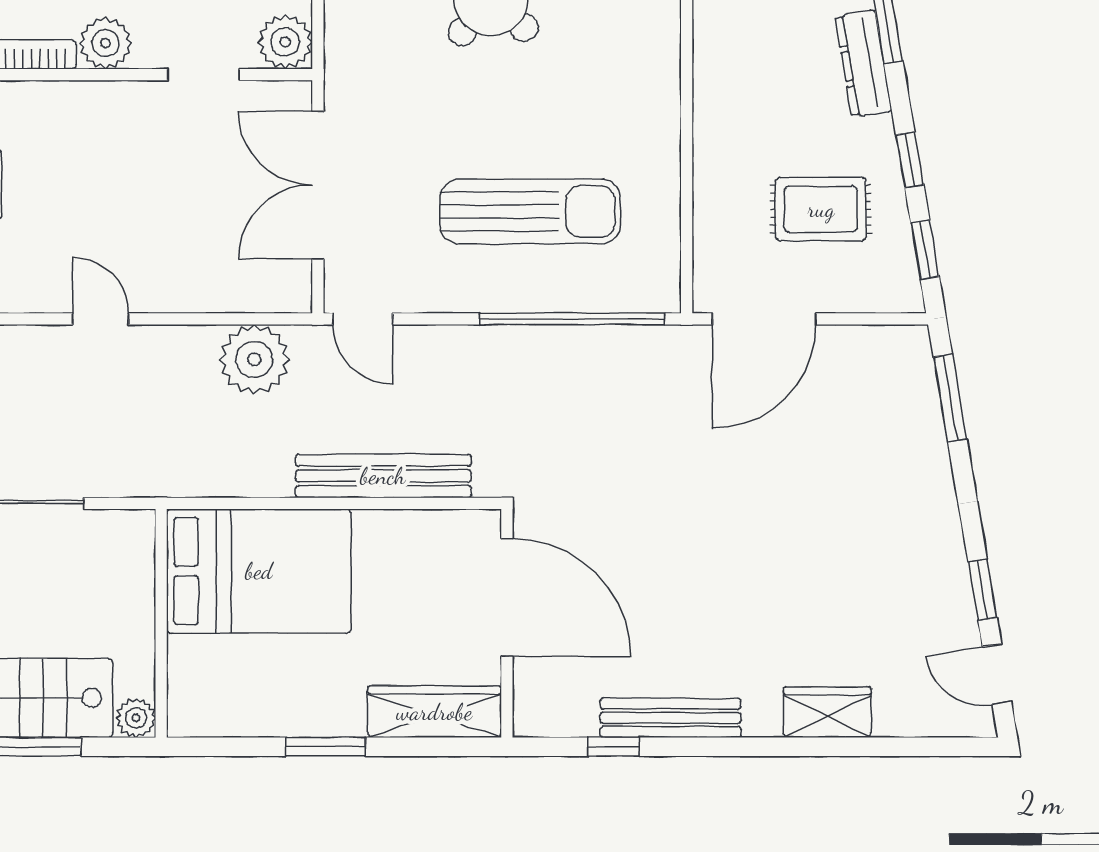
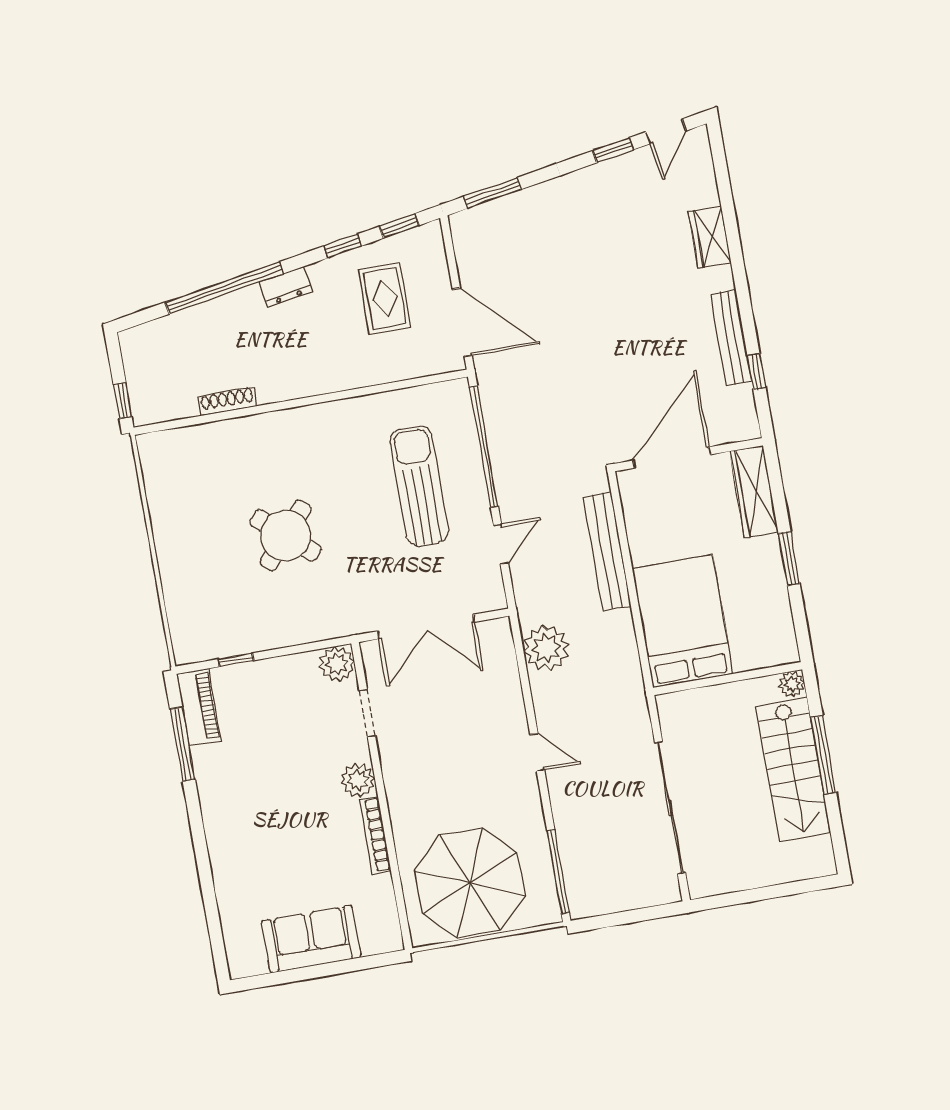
dresser: (863, 63) -> (285, 287), width x0.70
door: (100, 319) -> (537, 752), swing flipped
door: (363, 319) -> (501, 544), moved

